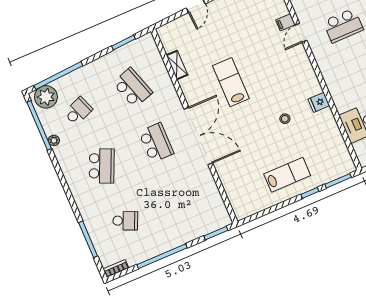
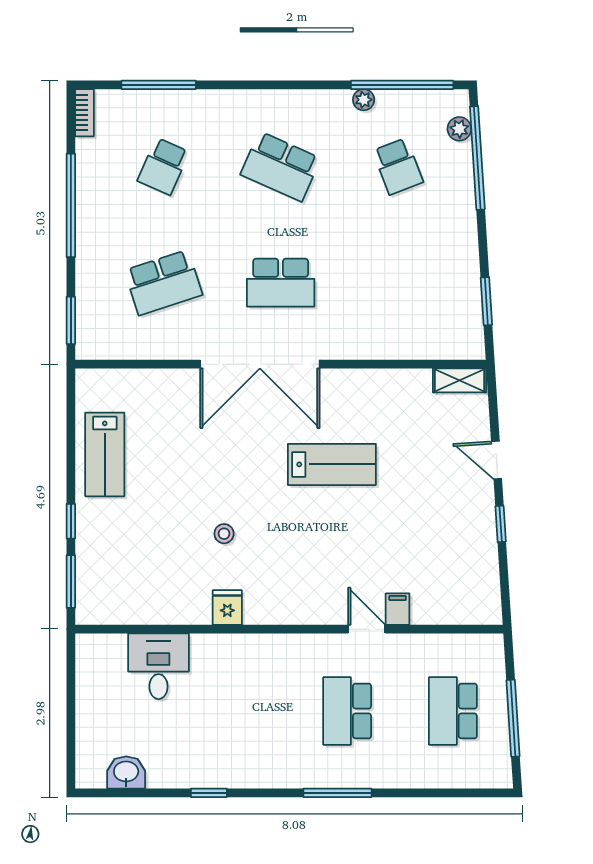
shelving: (177, 65) -> (460, 380), moved
school desk: (133, 88) -> (163, 283), moved
plant: (46, 97) -> (459, 129), width x0.53, depth x0.53
lab bench: (287, 175) -> (105, 454), moved

